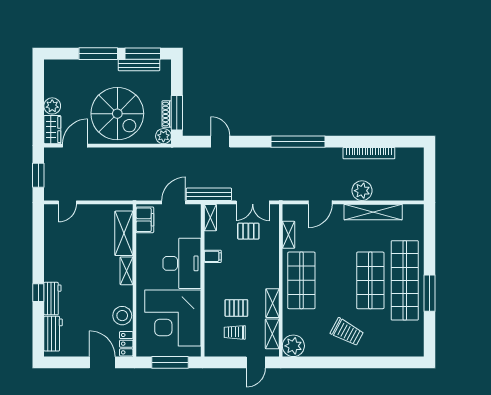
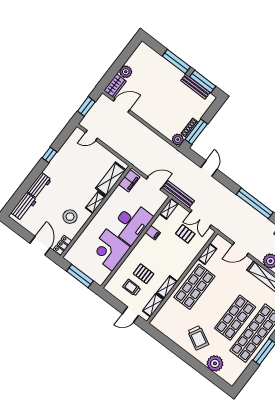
spiral stairs: (117, 114) -> (161, 106), removed
window: (38, 293) -> (49, 155), moved
stool: (122, 316) -> (70, 217), moved
corner desk: (173, 318) -> (109, 250), width x0.74, depth x0.74
plant: (293, 346) -> (215, 363), moved

